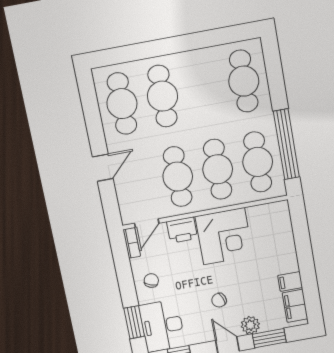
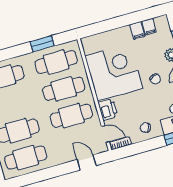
window: (286, 144) -> (42, 44), width x0.47
door: (103, 168) -> (87, 163), moved
corner desk: (224, 236) -> (114, 72), width x1.36, depth x1.36
filing cabinet: (295, 306) -> (149, 27), width x0.50

